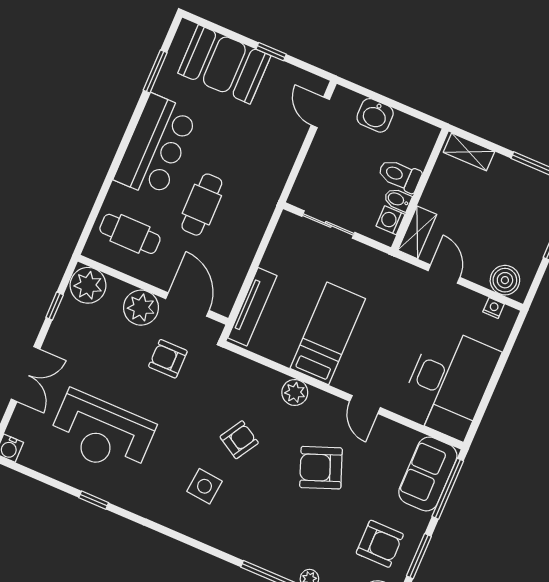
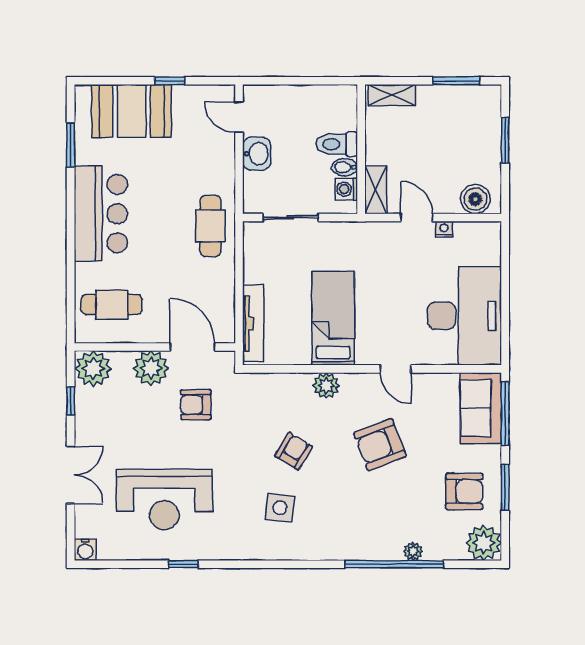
washbasin: (375, 115) -> (257, 154), moved, turned -90
cafe table: (202, 205) -> (210, 226), moved
nightstand: (494, 308) -> (444, 229), moved

